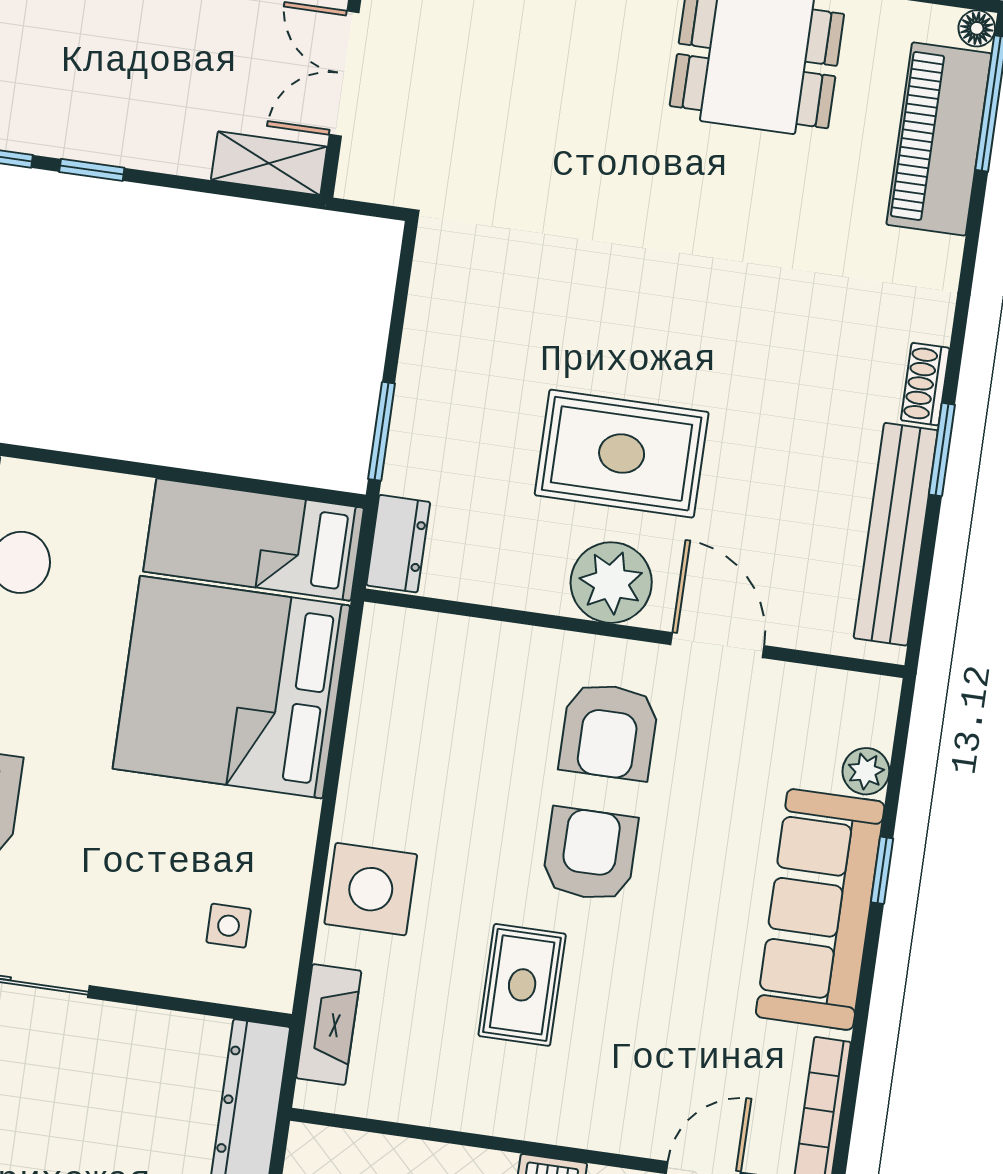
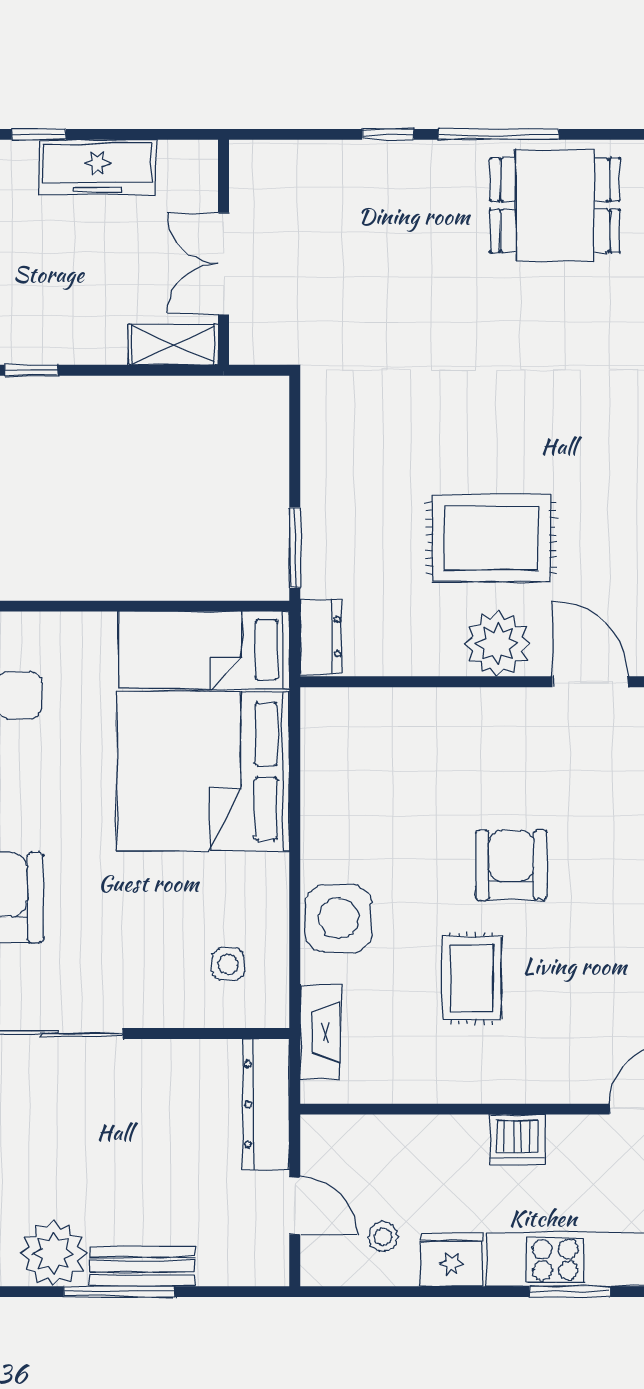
armchair: (609, 731) -> (513, 764), removed

